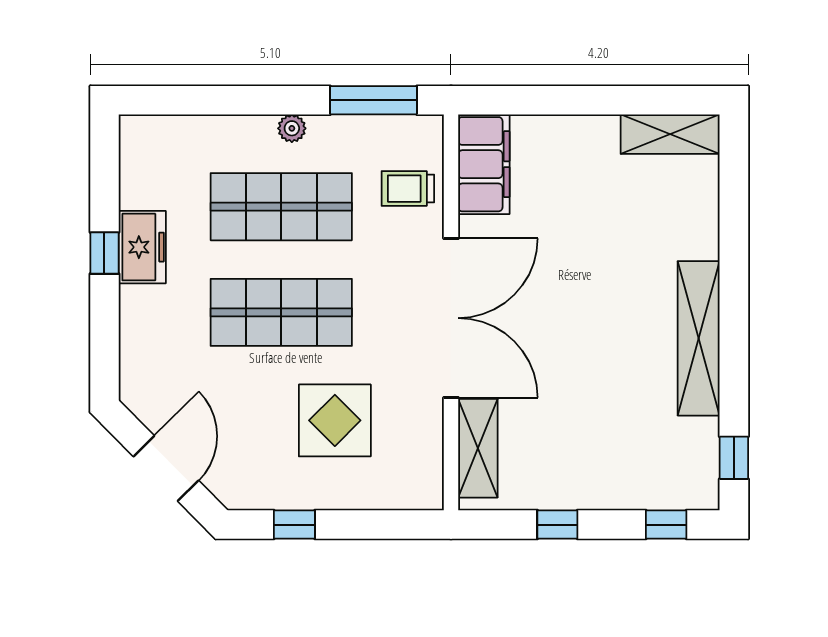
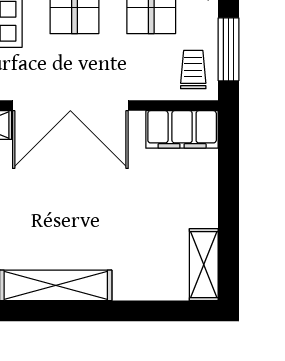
trolley: (408, 189) -> (193, 70), moved

